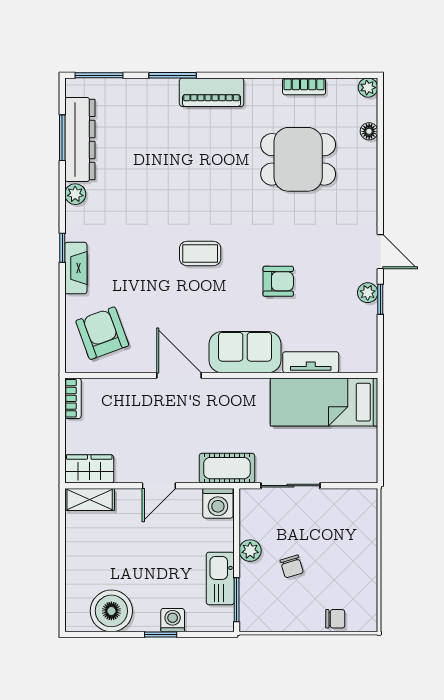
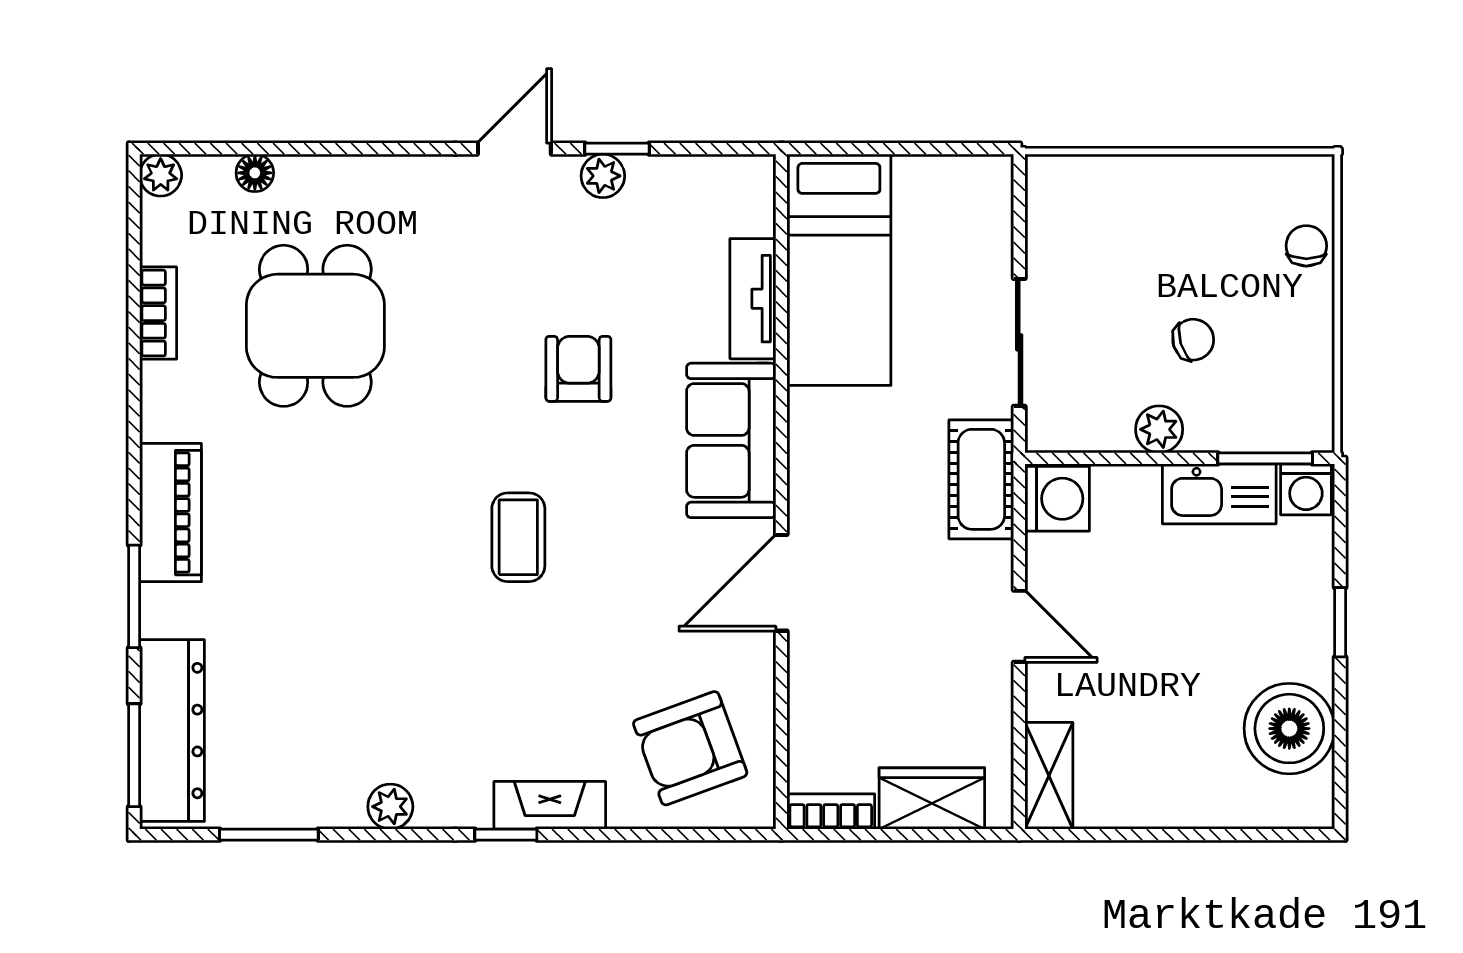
dresser: (80, 139) -> (172, 731), moved, turned 90
wardrobe: (89, 469) -> (932, 798), moved, turned 90
washing machine: (173, 620) -> (1306, 489), moved, turned -90

